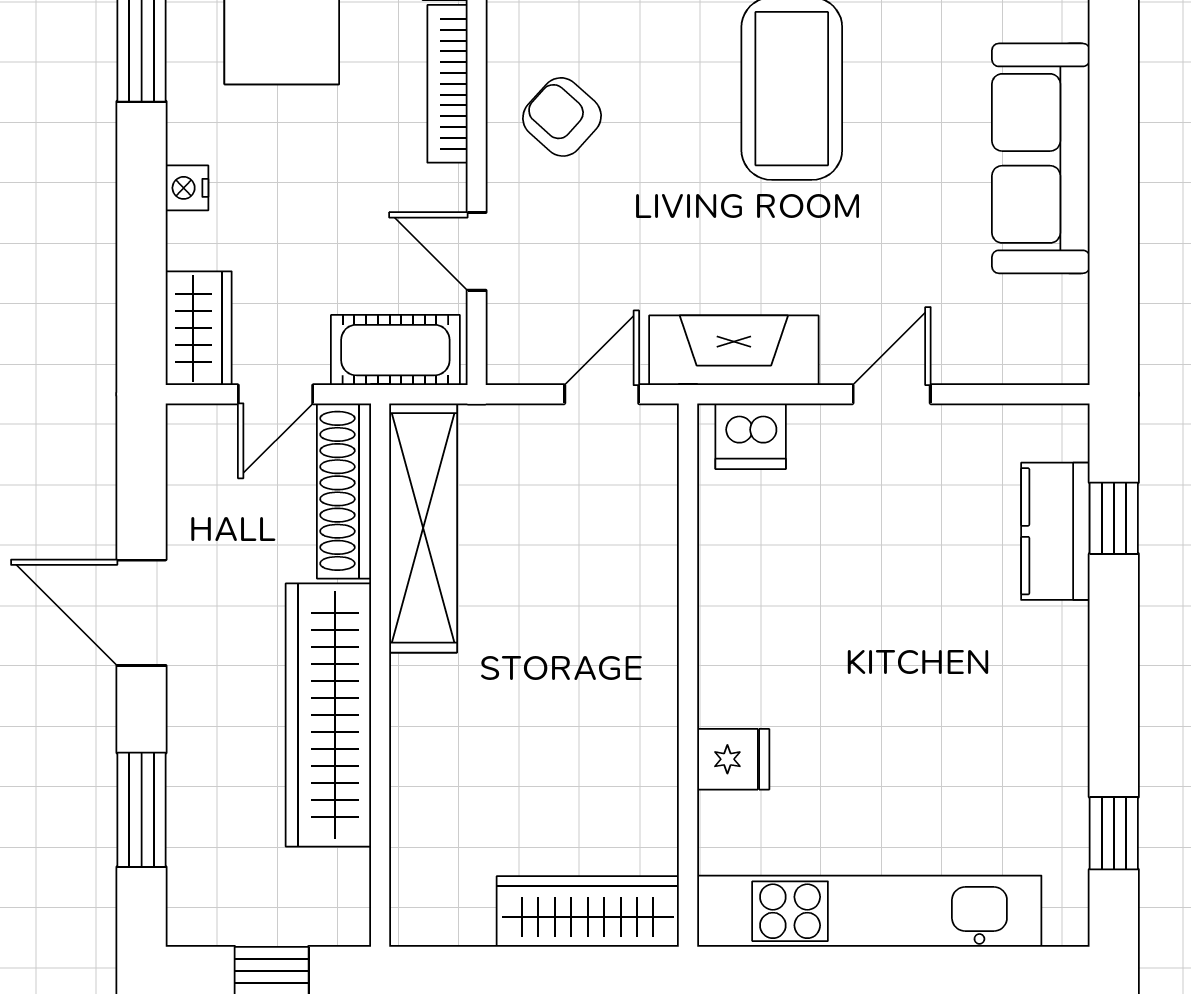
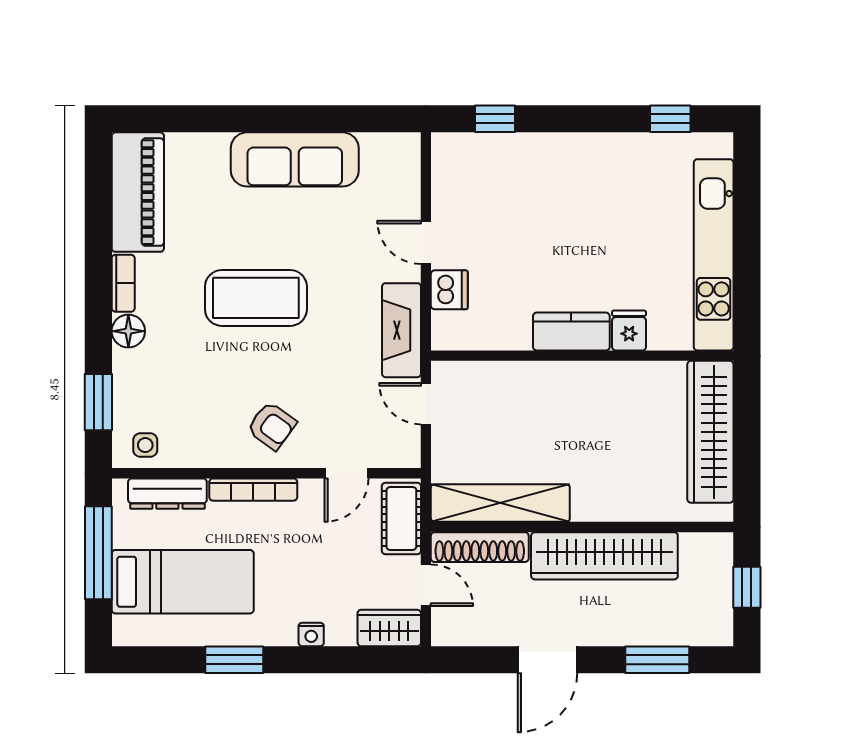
armchair: (562, 117) -> (272, 426), turned -96
dishwasher: (751, 436) -> (449, 290), moved
kitchen counter: (1055, 531) -> (571, 332), moved, turned 180
wardrobe: (588, 911) -> (710, 432), width x1.40, depth x1.17

